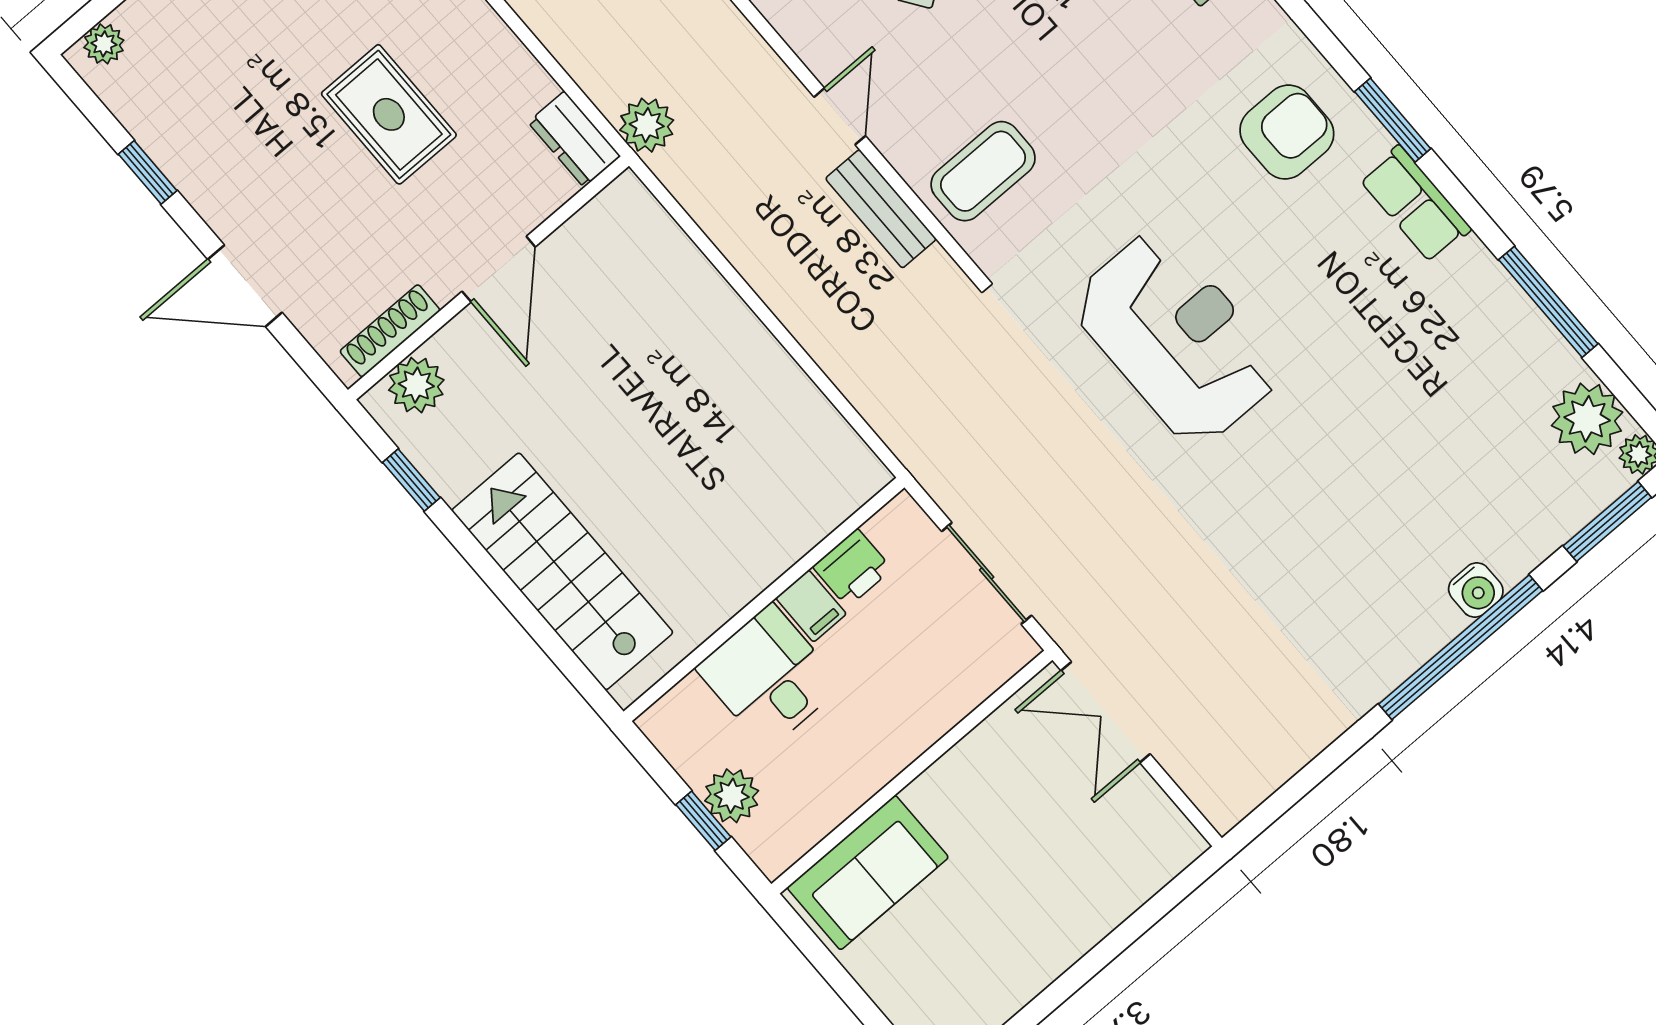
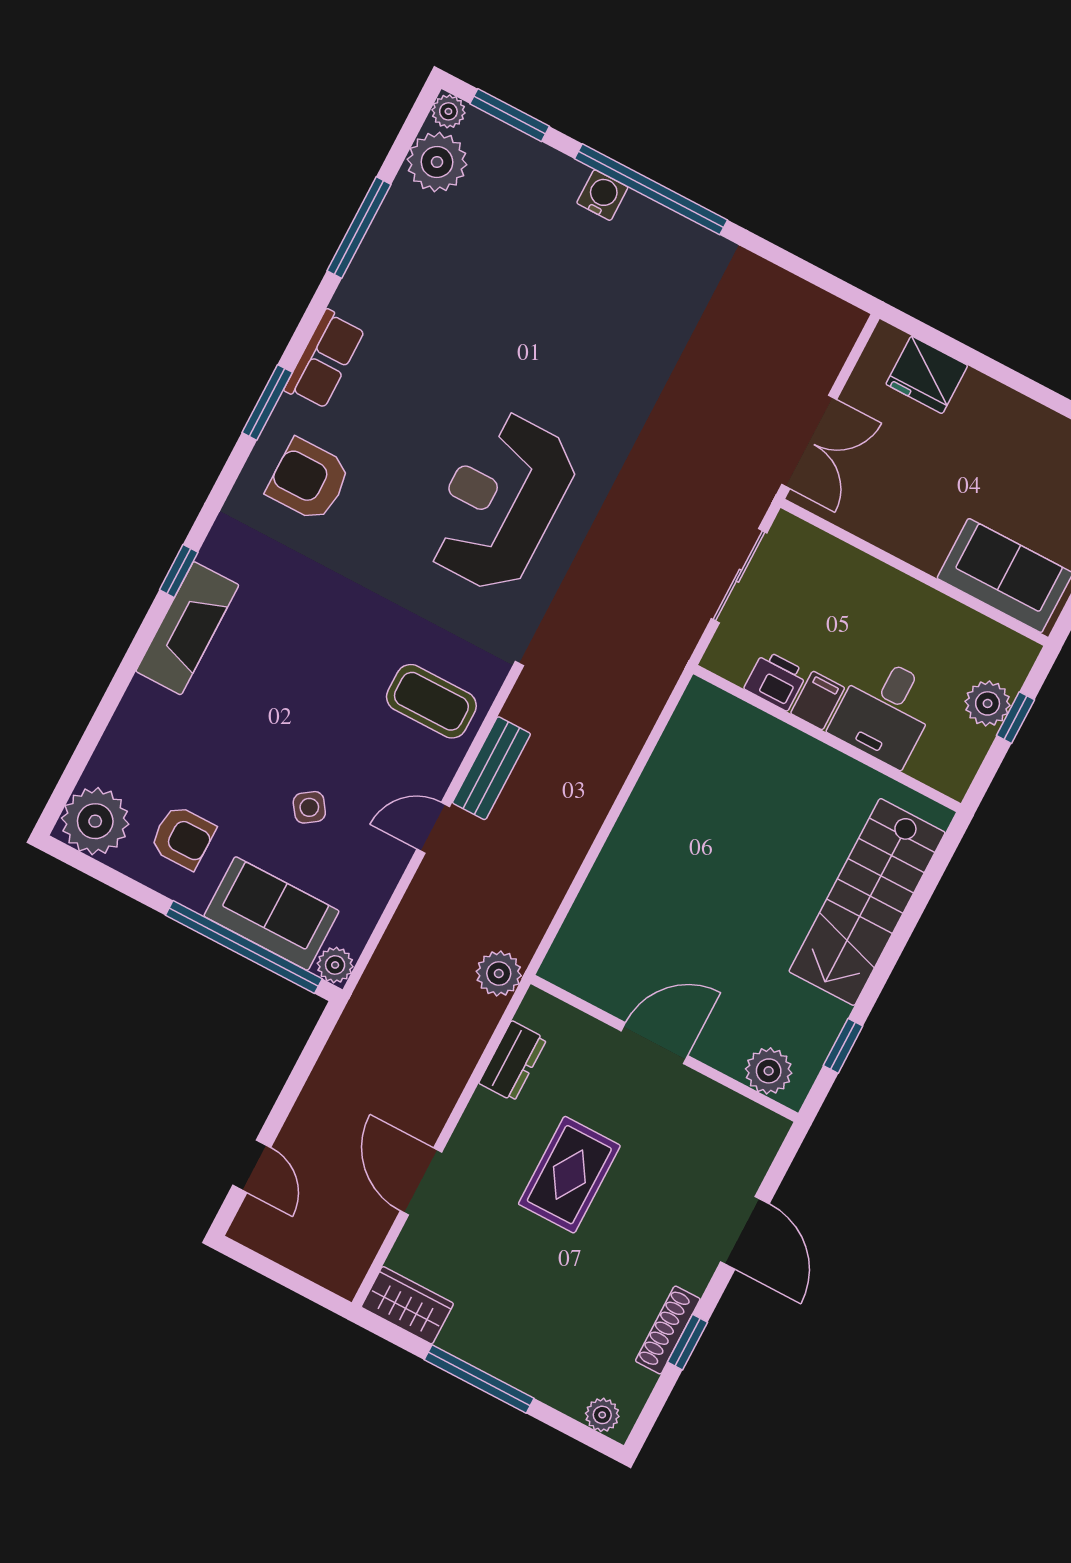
dresser: (574, 139) -> (513, 1061), moved
shoe rack: (390, 331) -> (668, 1330), moved, turned 90
fridge: (1128, 874) -> (927, 375), added

